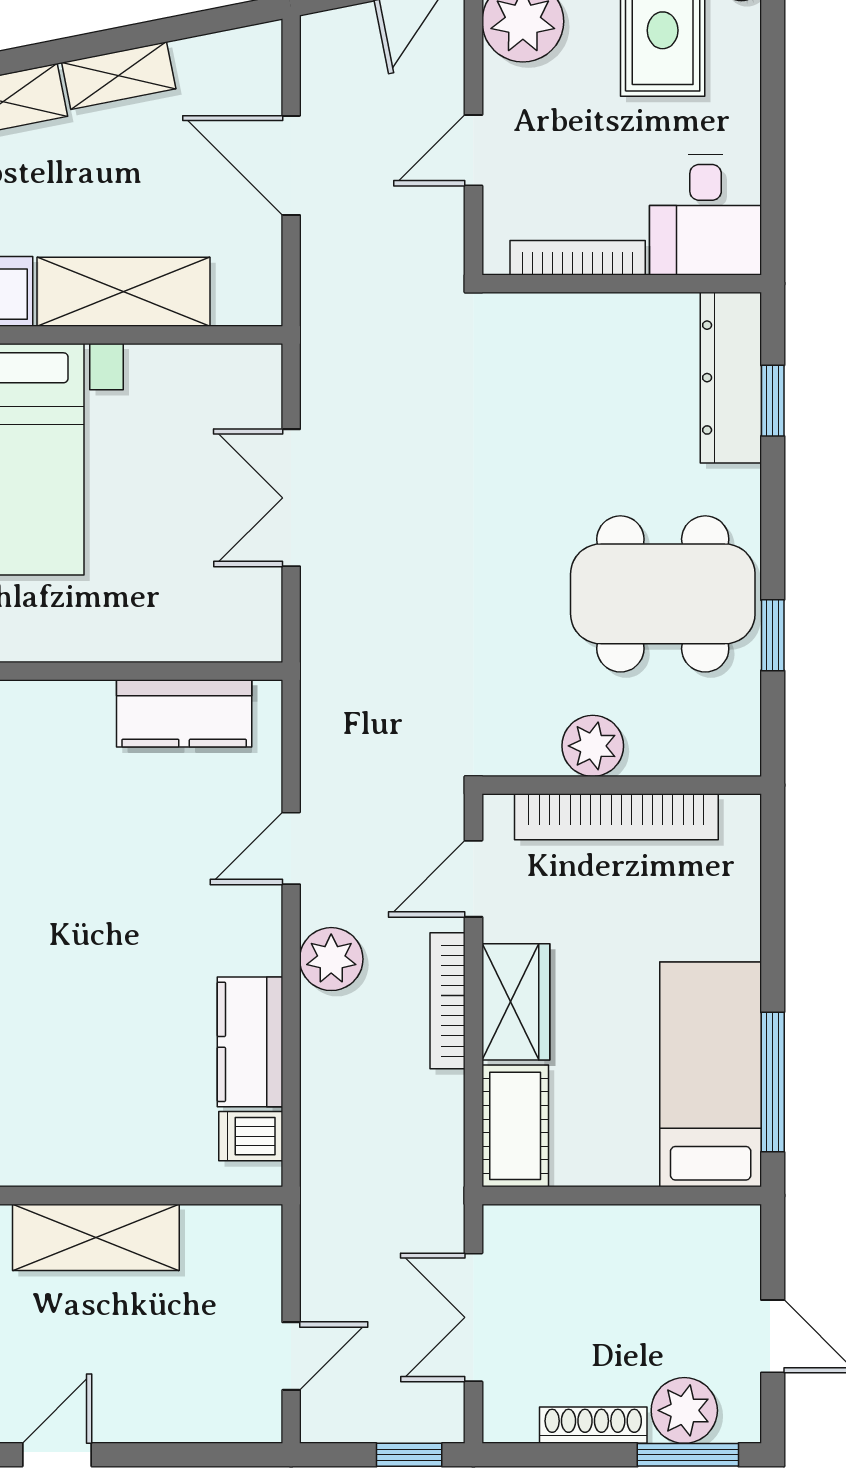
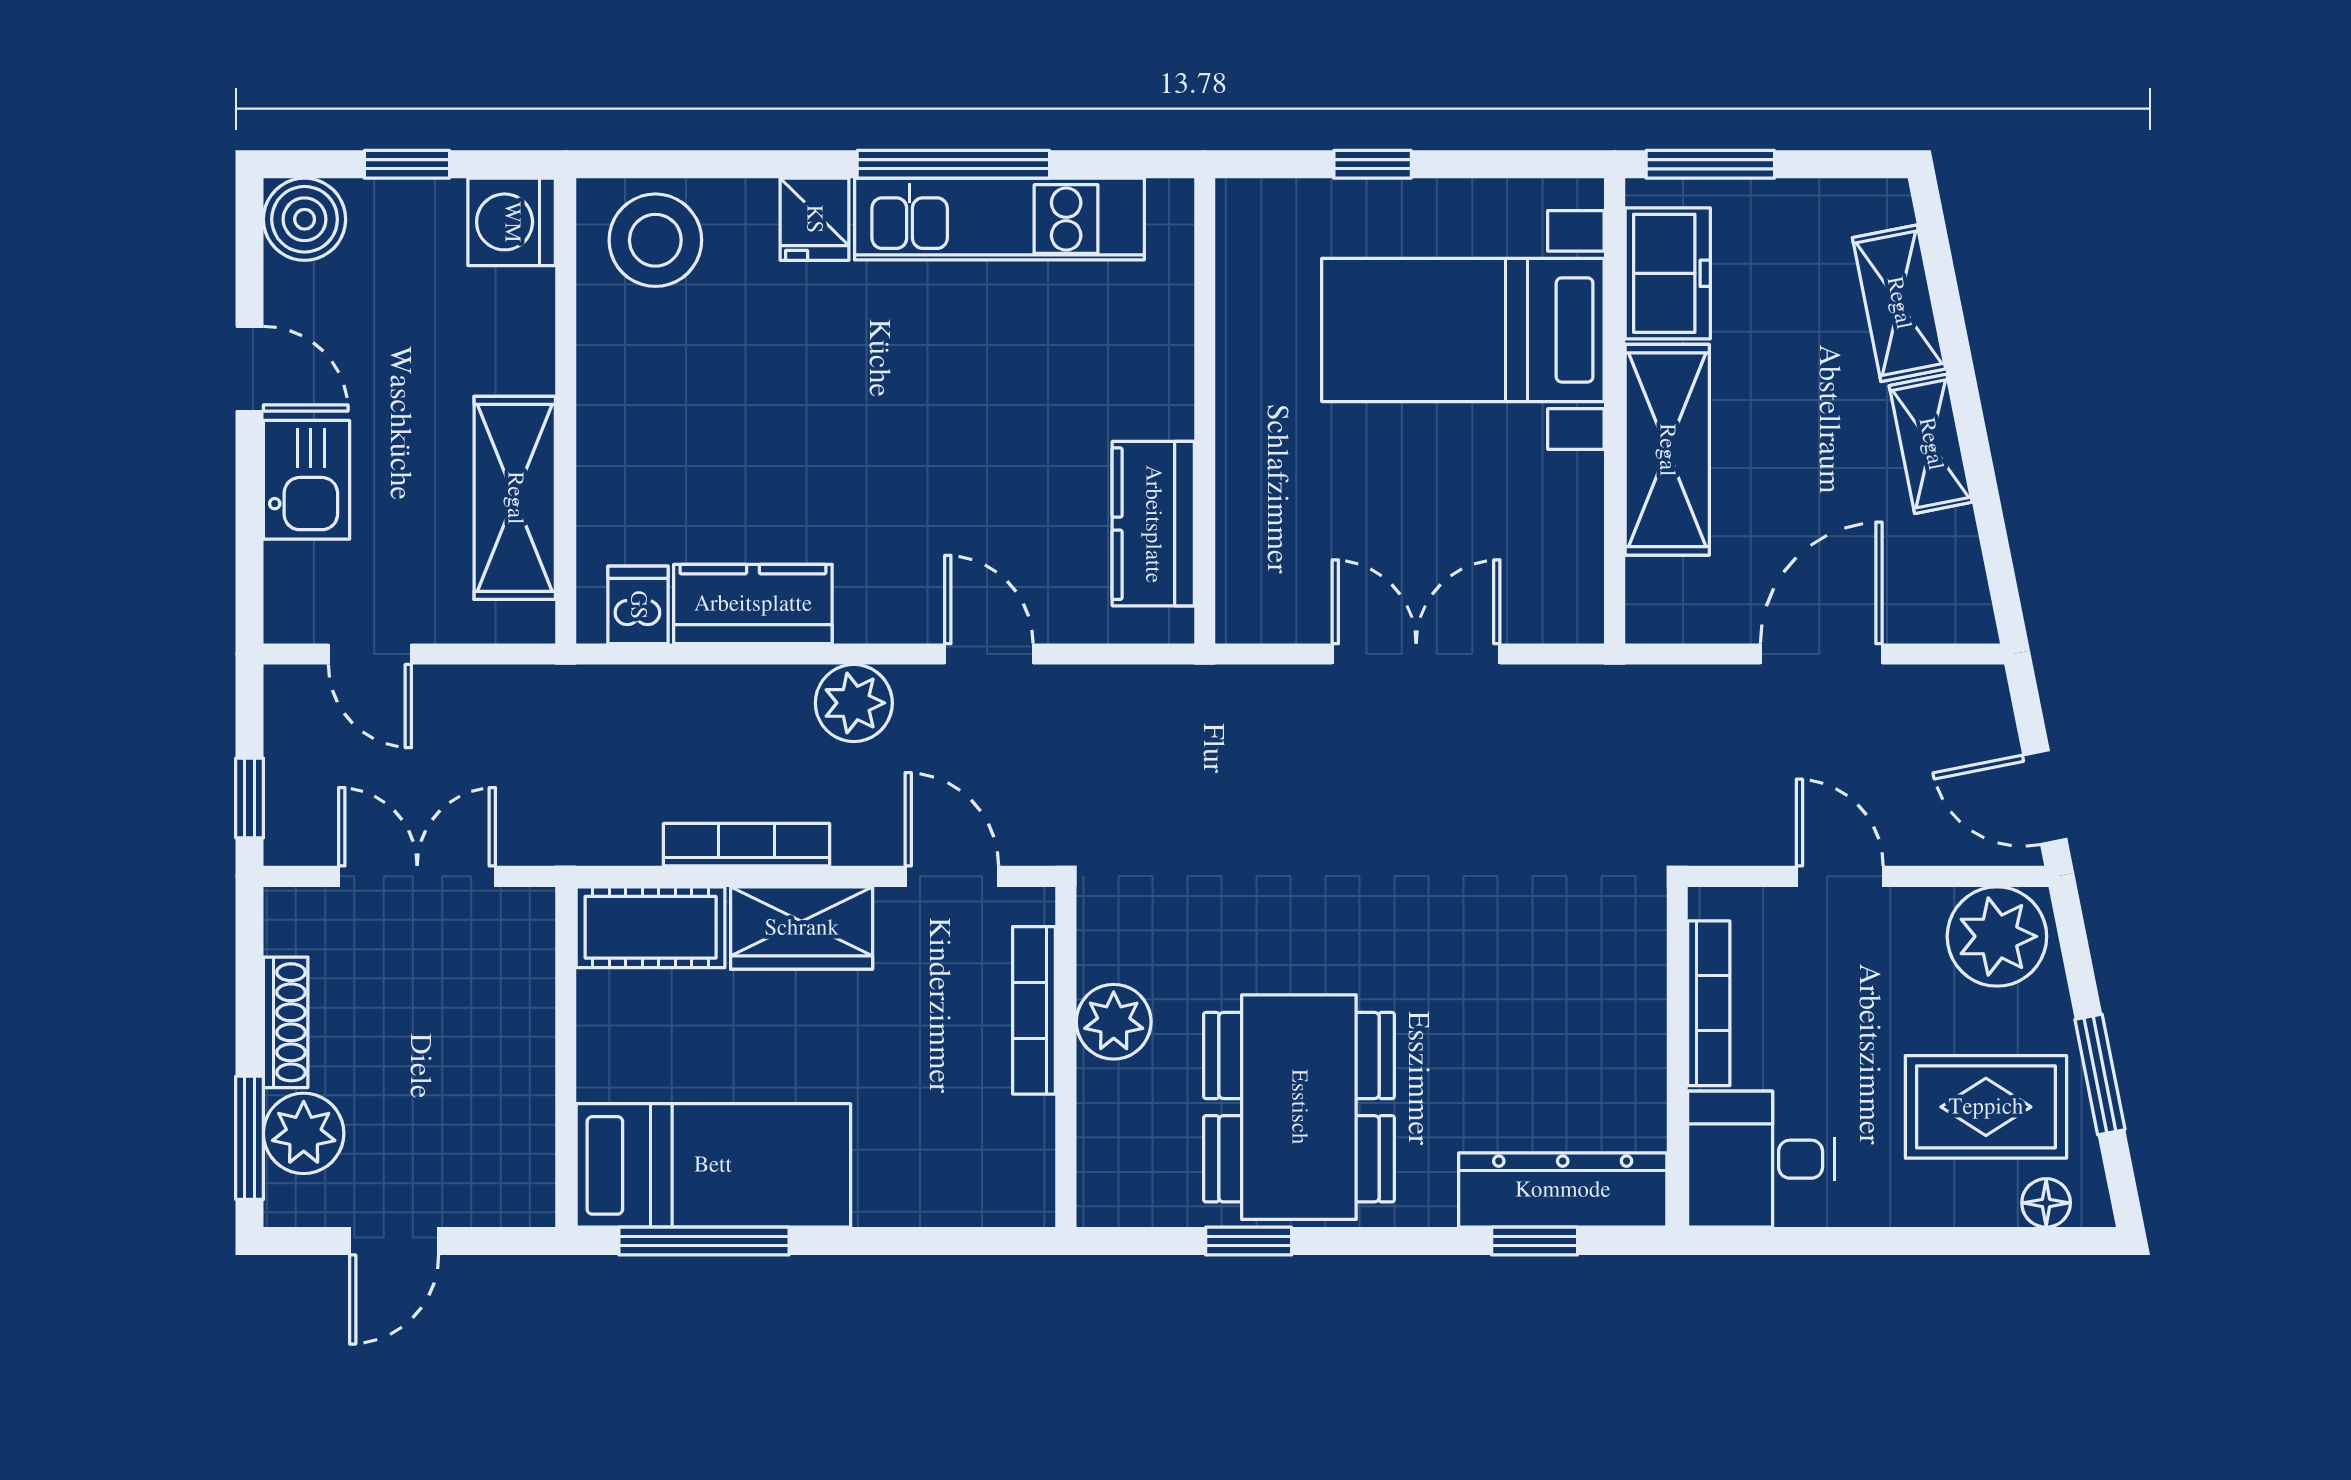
bookcase: (616, 817) -> (1034, 1010), width x0.68, depth x0.76
bookcase: (447, 1001) -> (746, 845), moved
shelving: (96, 1237) -> (515, 498), moved
kitchen sink: (148, 1408) -> (307, 480), added

